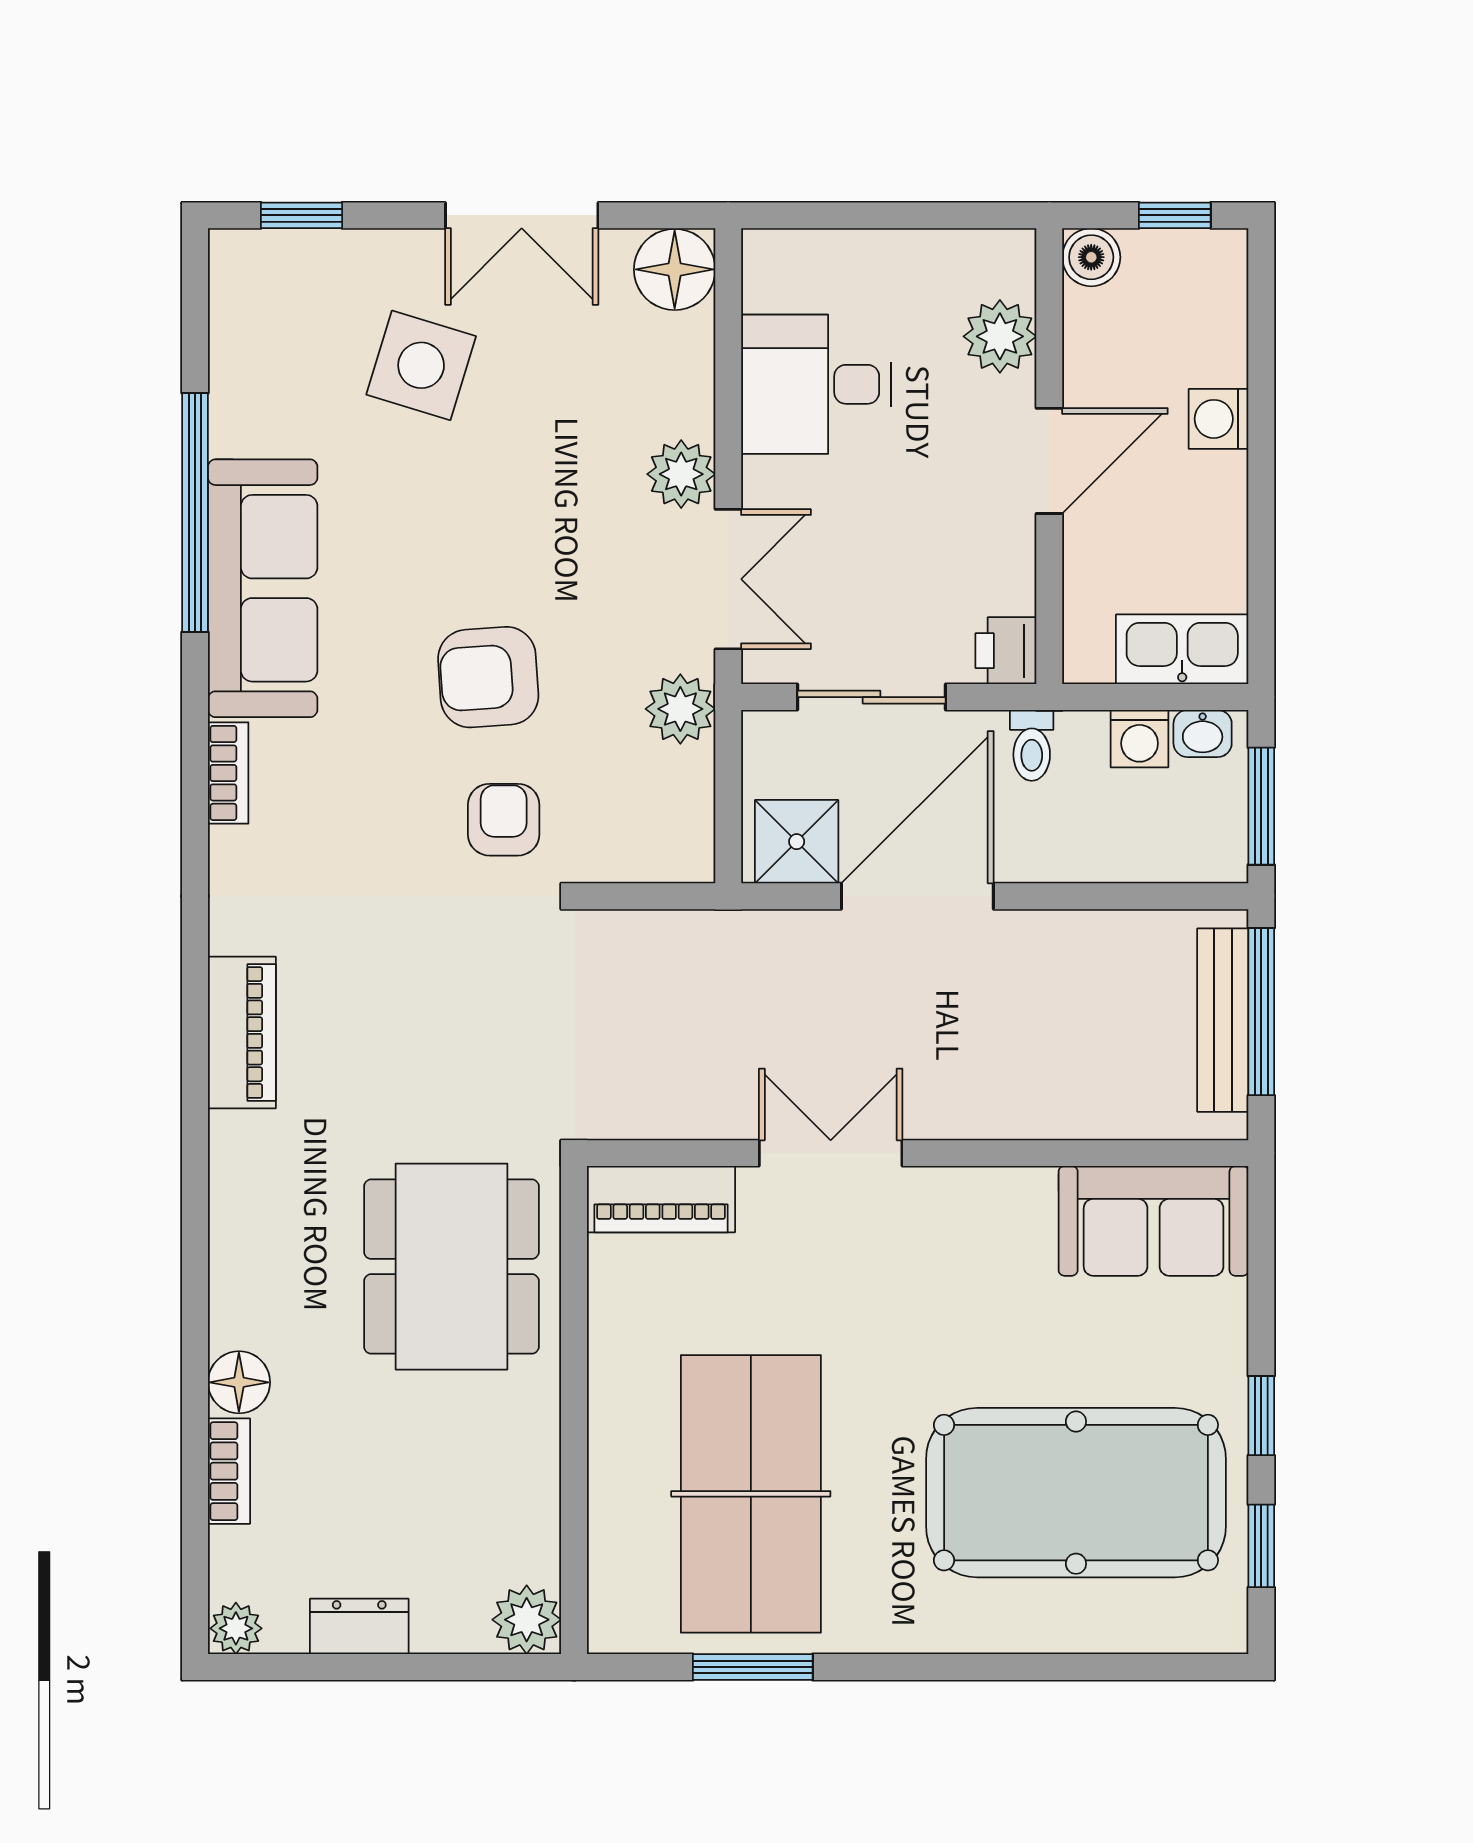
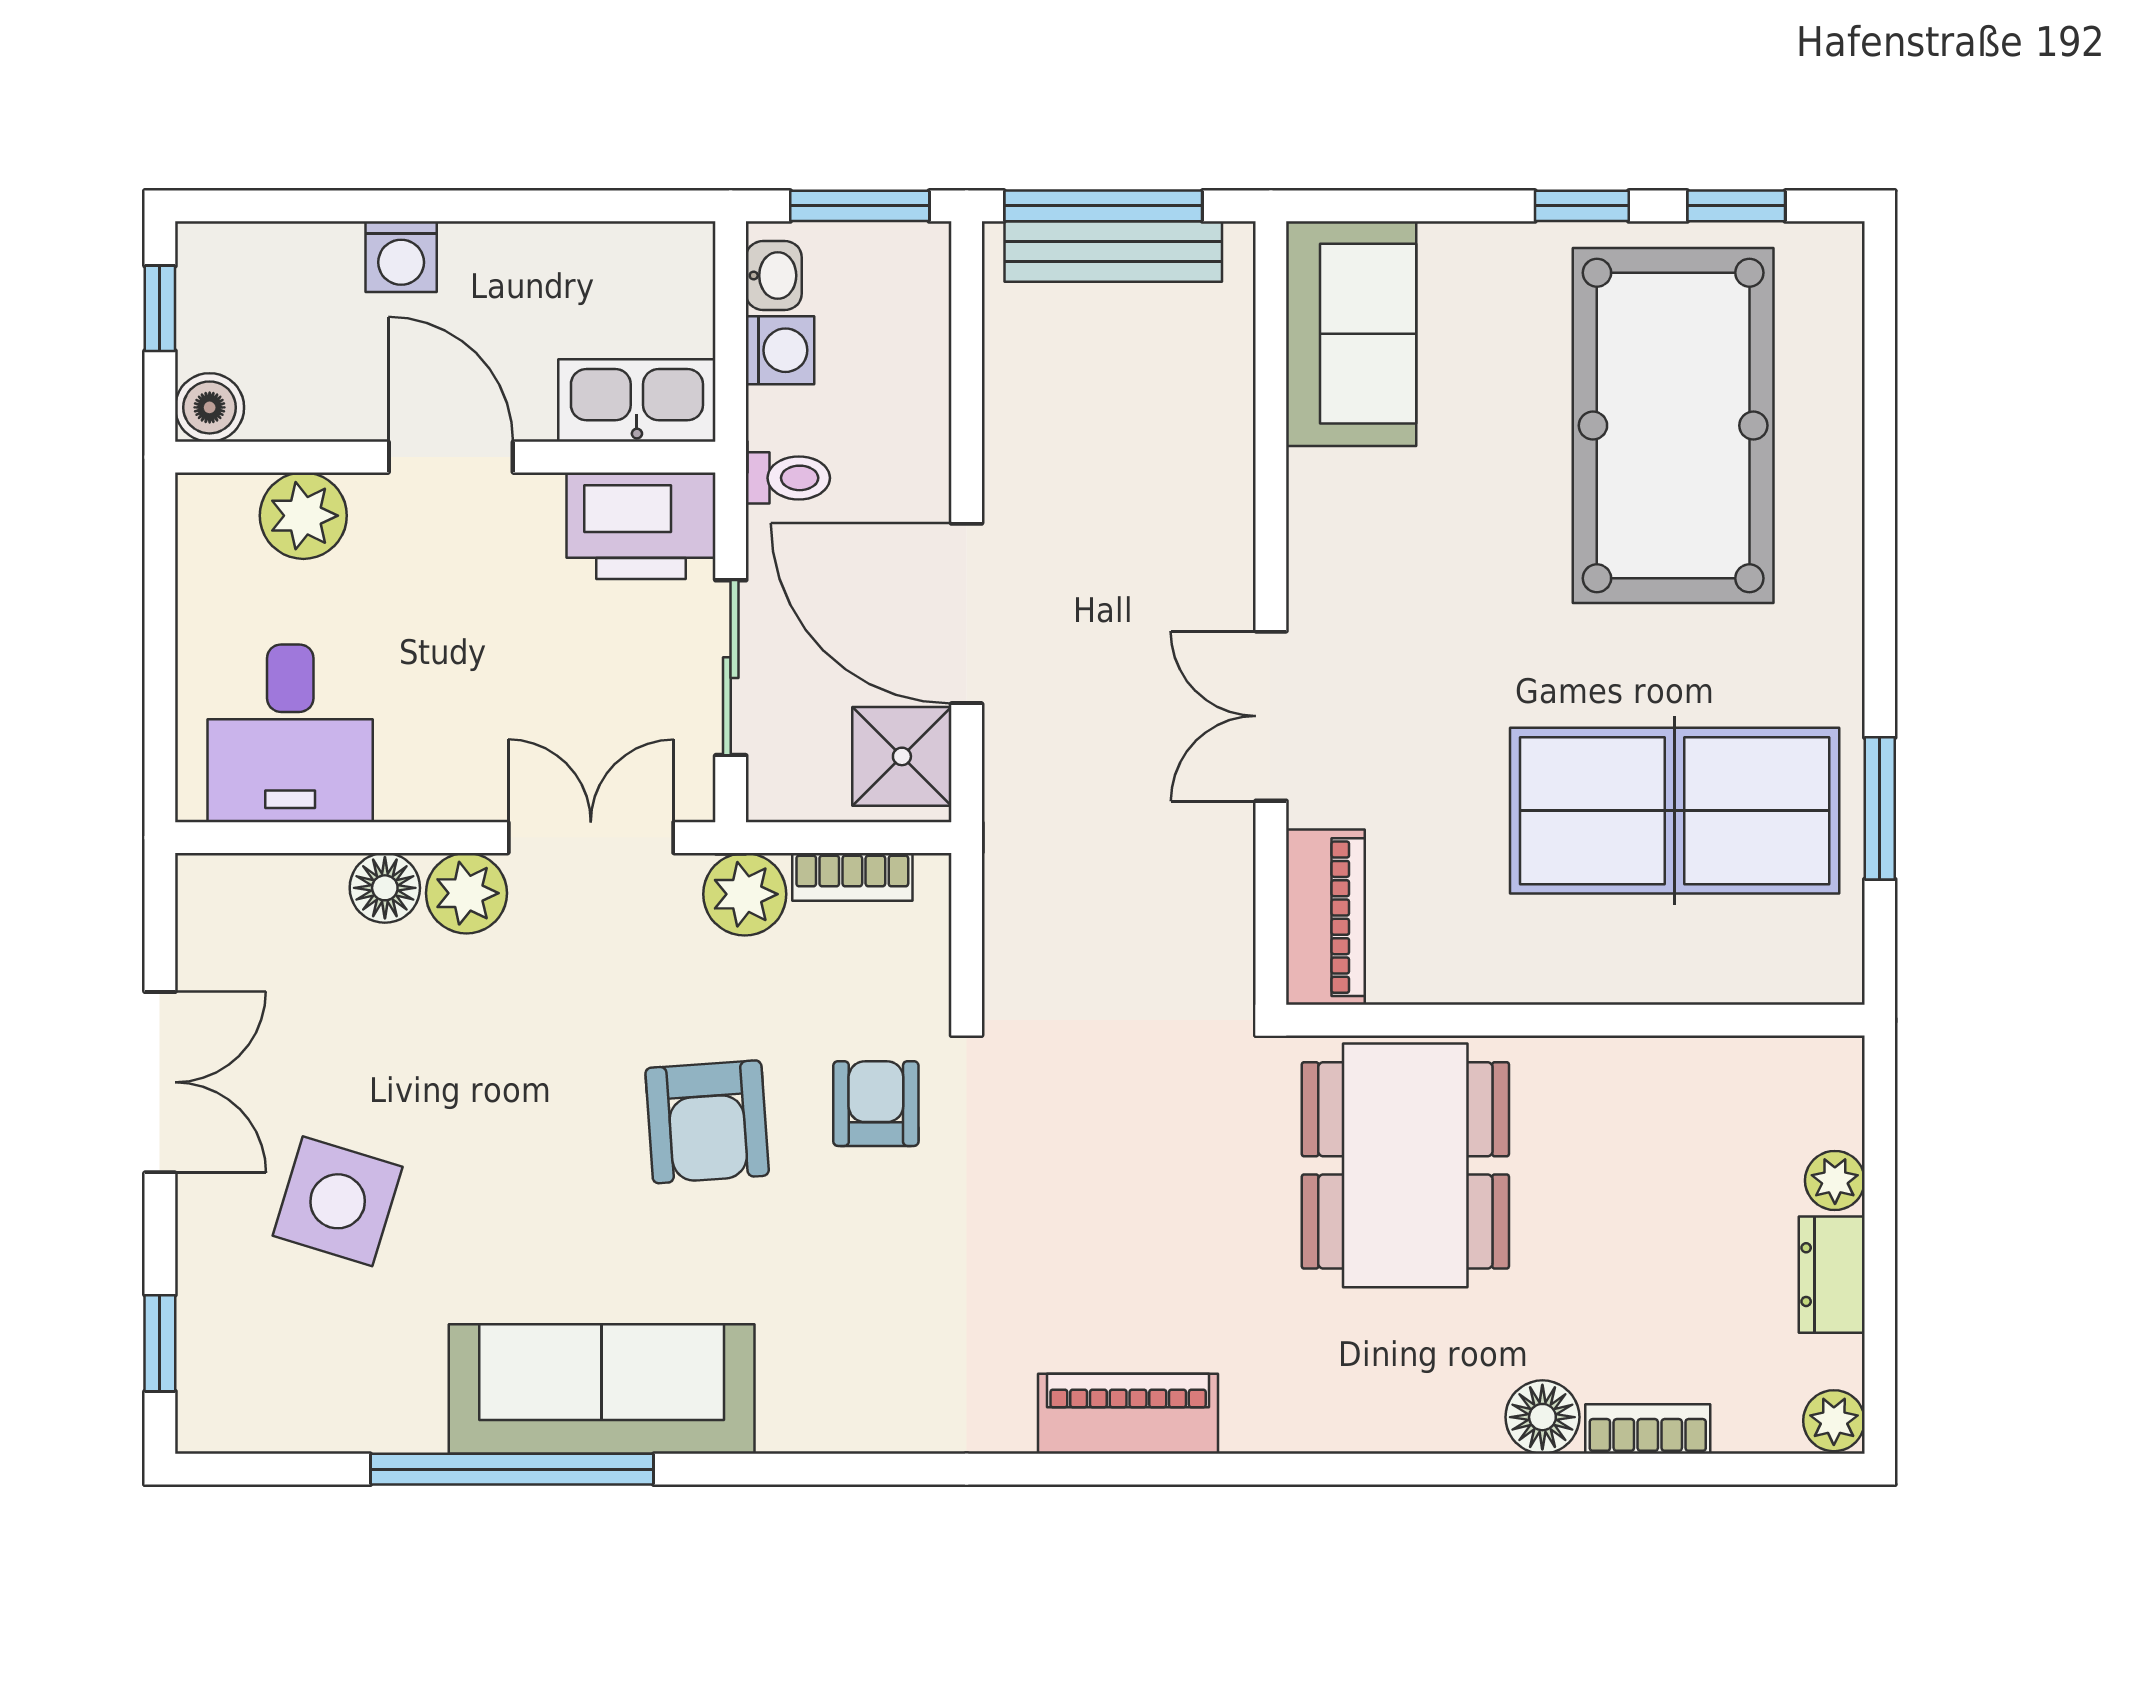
floor lamp: (675, 269) -> (385, 888), moved, width x0.73, depth x0.73
desk: (816, 384) -> (290, 733), moved
kitchen sink: (1182, 649) -> (637, 400), moved, turned 90
printer: (1006, 651) -> (641, 526), width x1.87, depth x1.48
bookcase: (228, 773) -> (852, 877), moved, turned 180
armchair: (504, 820) -> (876, 1104), turned 90
dining table: (451, 1267) -> (1405, 1165), turned 90
plant: (527, 1620) -> (1835, 1180), moved, width x0.73, depth x0.73

